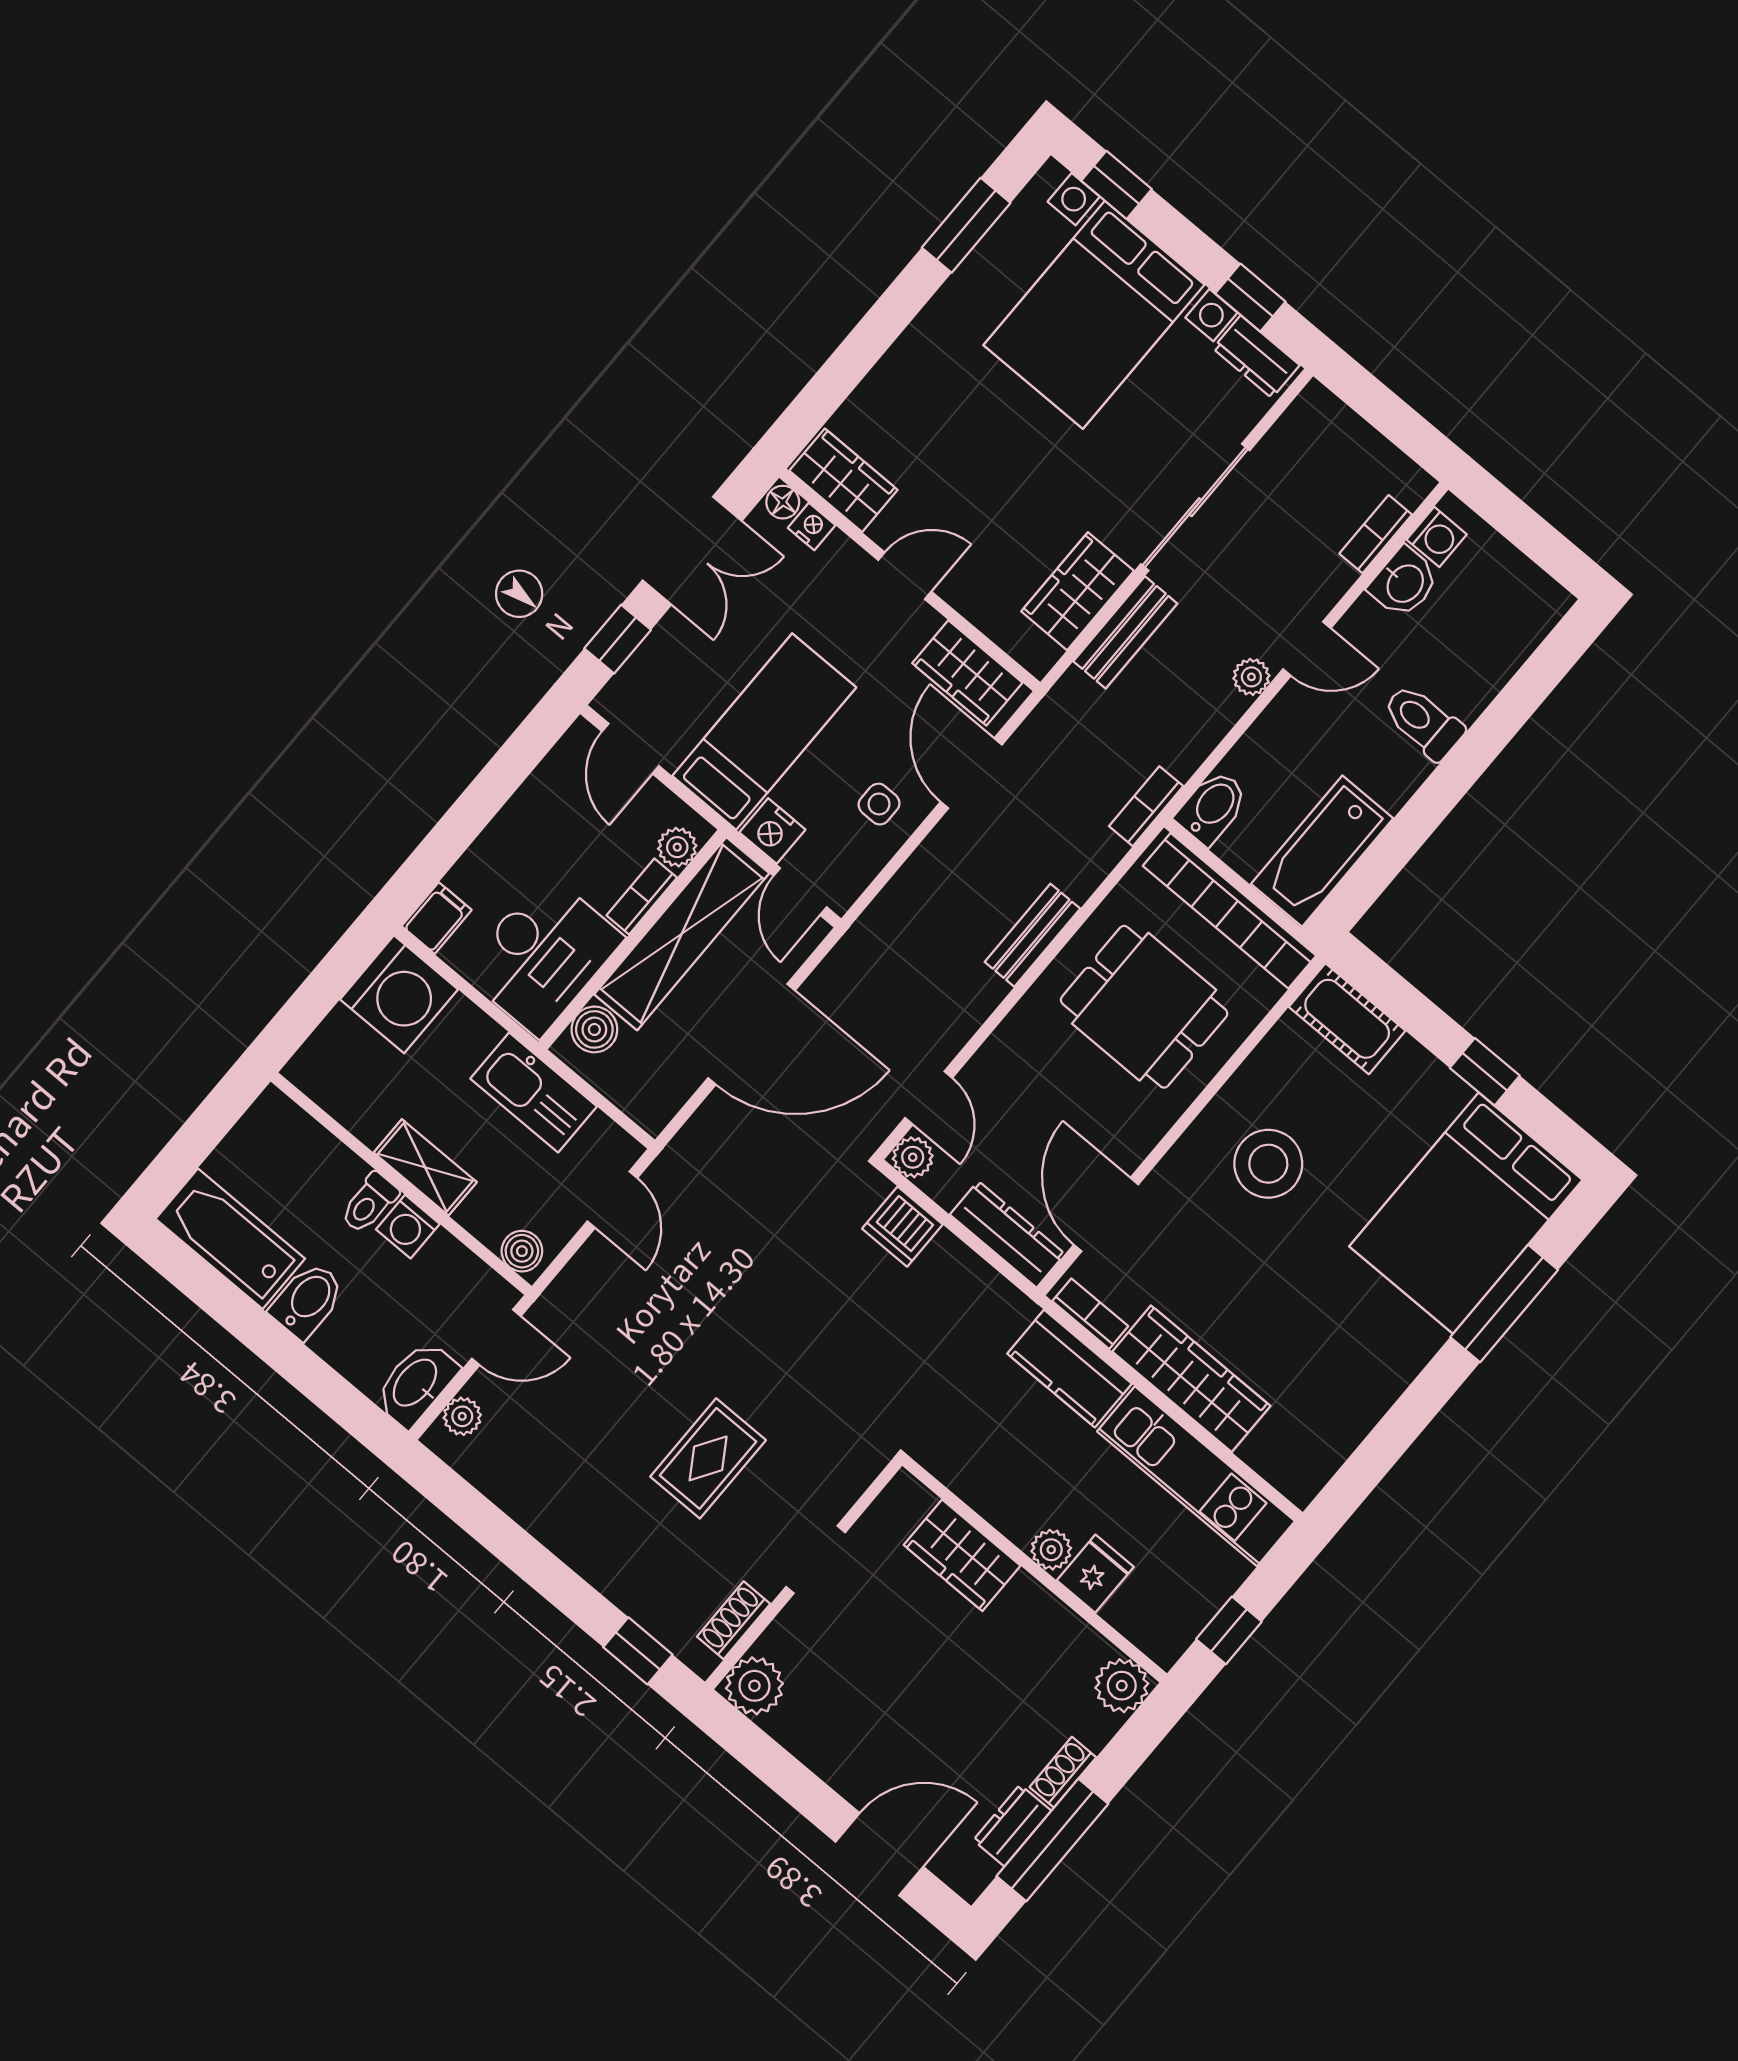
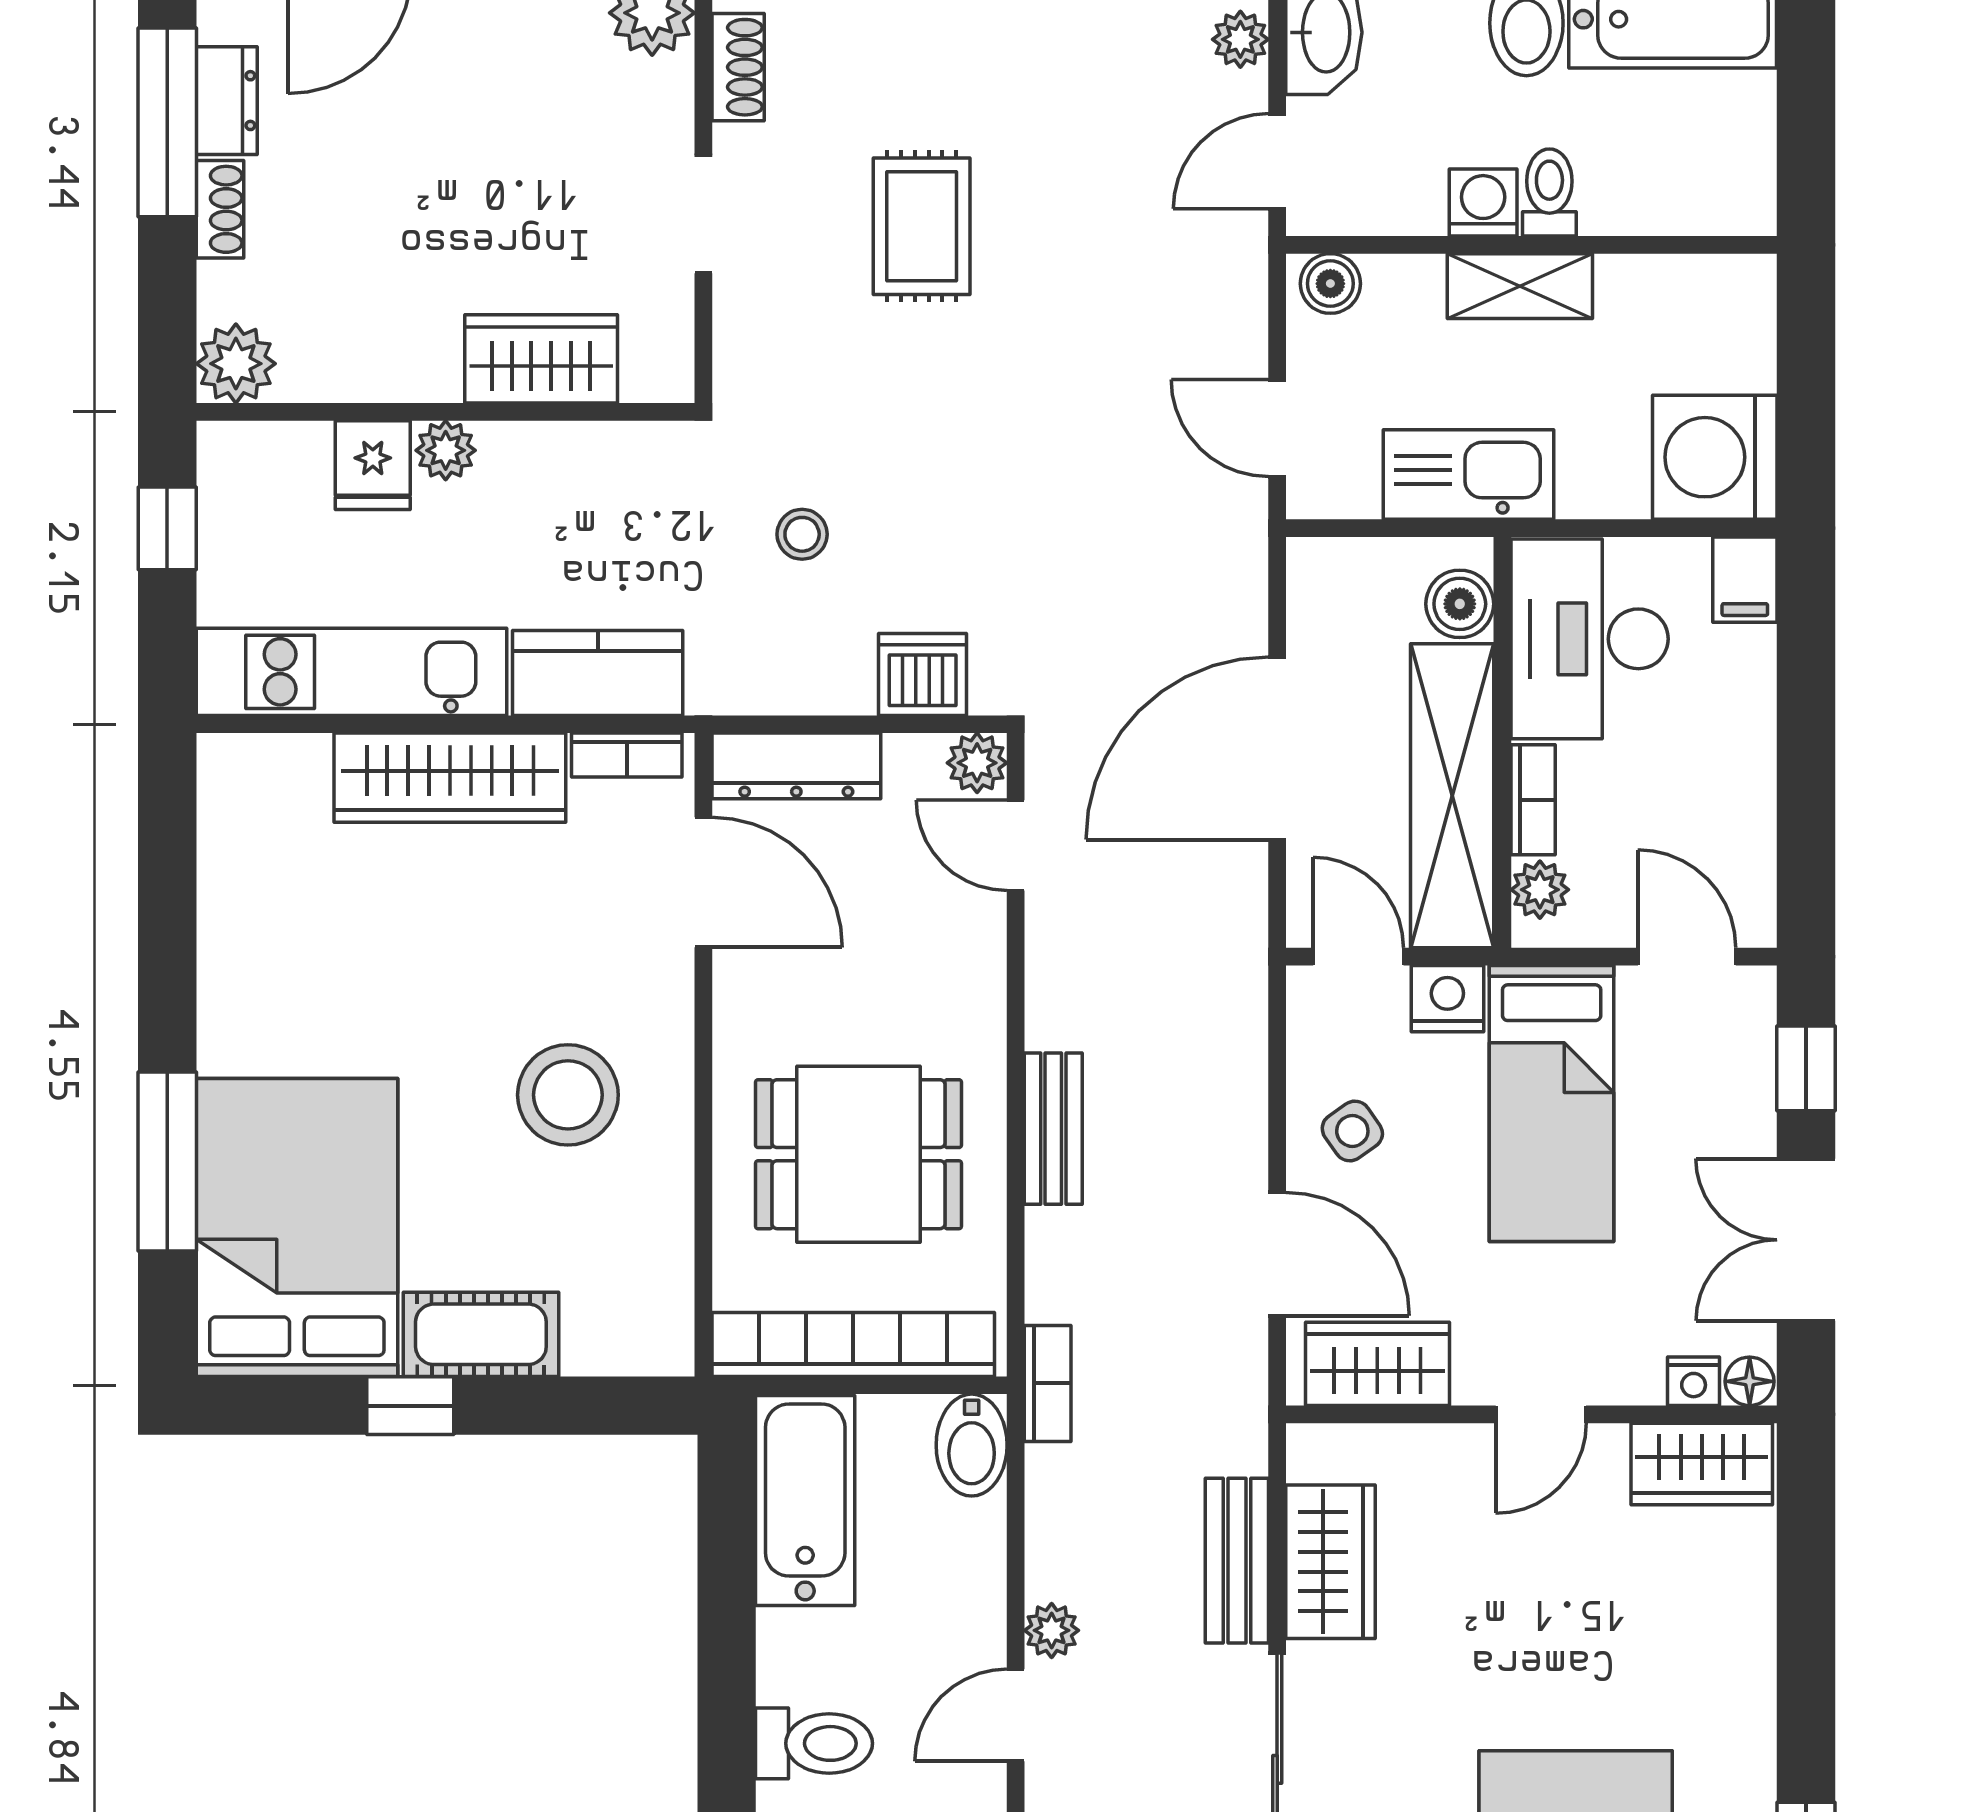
side table: (879, 804) -> (1352, 1131), turned -35
cot: (1347, 1019) -> (481, 1334), moved
stool: (904, 1351) -> (802, 534), added

